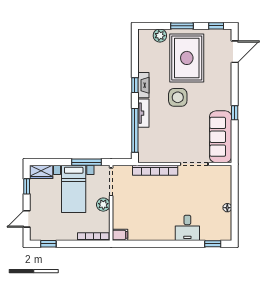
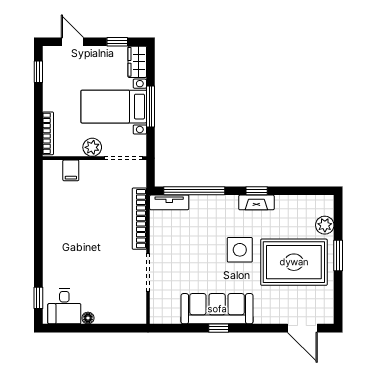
window: (216, 26) -> (338, 302), removed
tv unit: (143, 113) -> (169, 202), moved
sofa: (221, 137) -> (217, 309), moved
window: (87, 162) -> (151, 106), moved
desk: (187, 228) -> (64, 306), moved, turned -90
filing cabinet: (120, 235) -> (71, 170), moved

